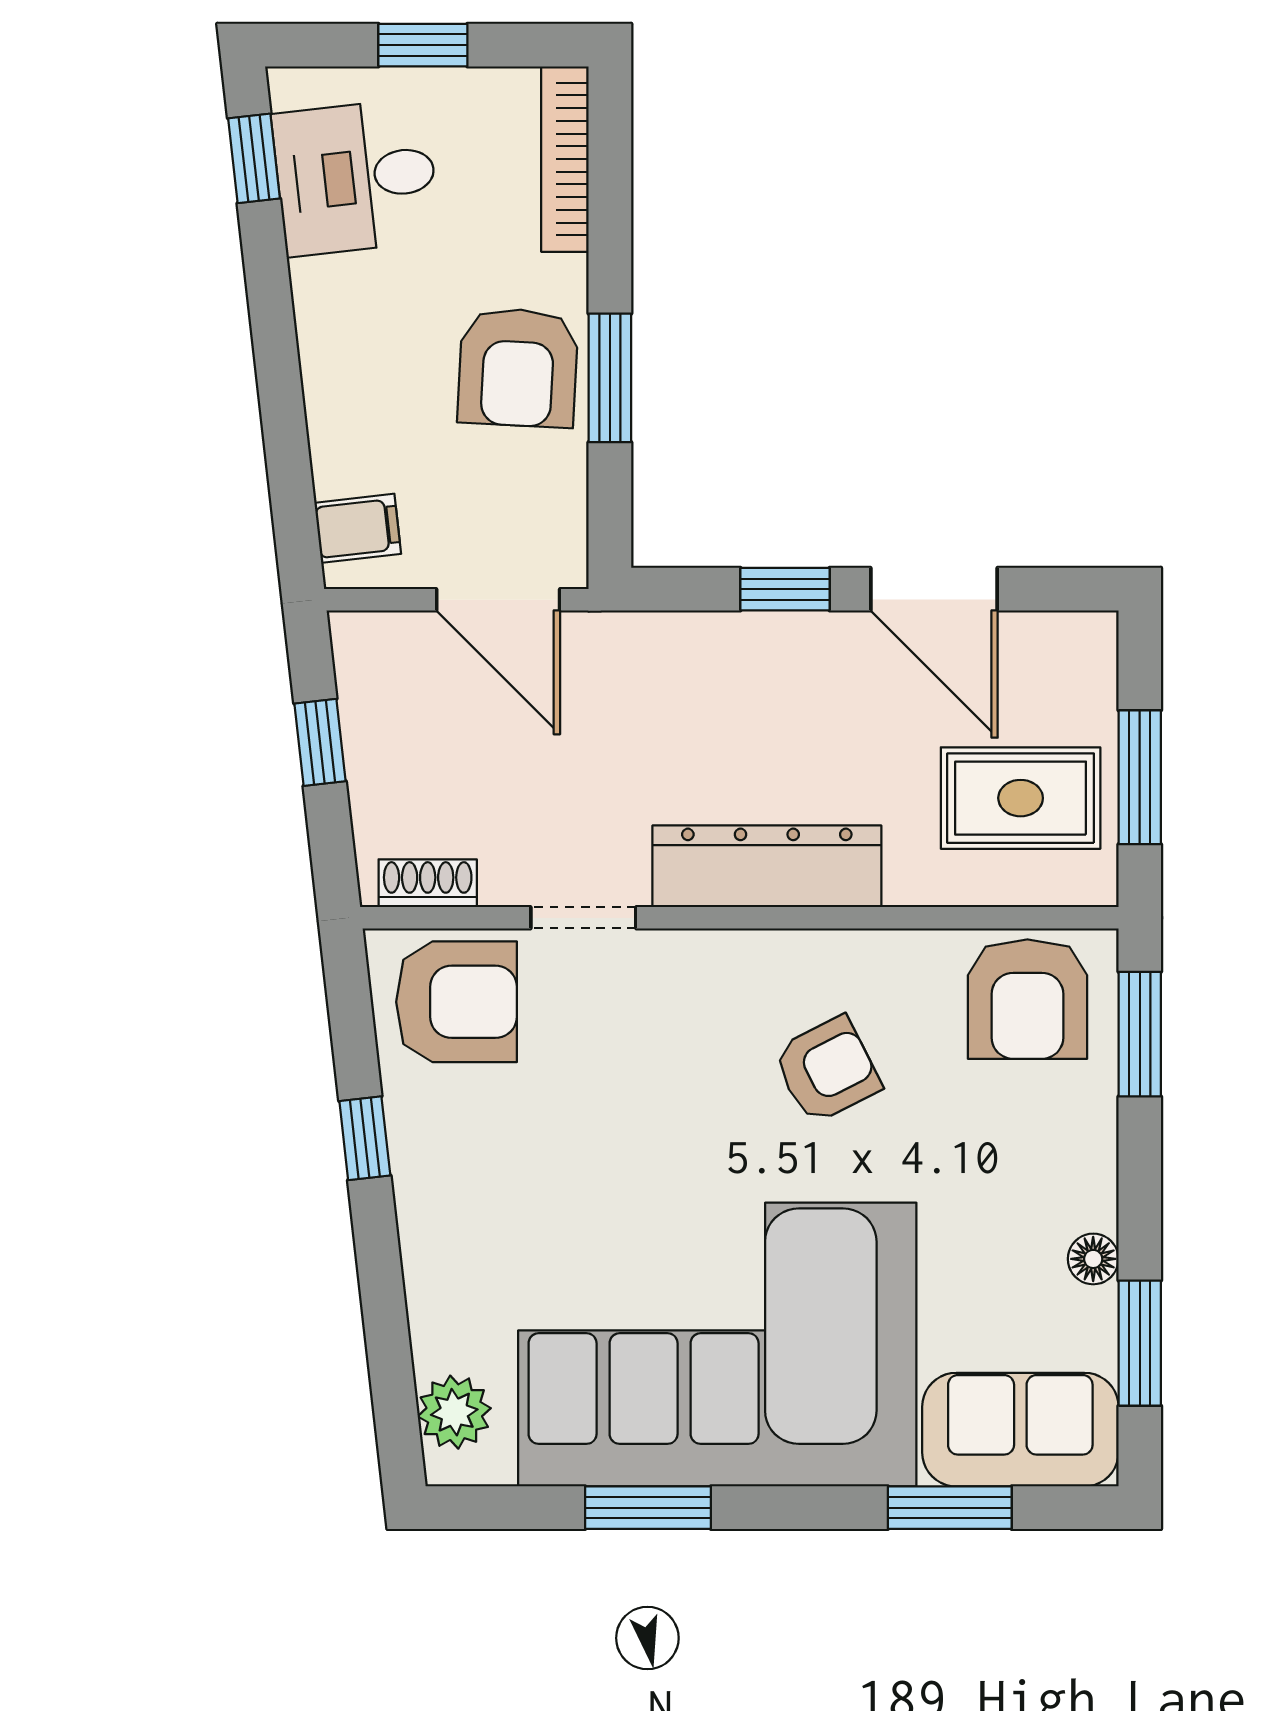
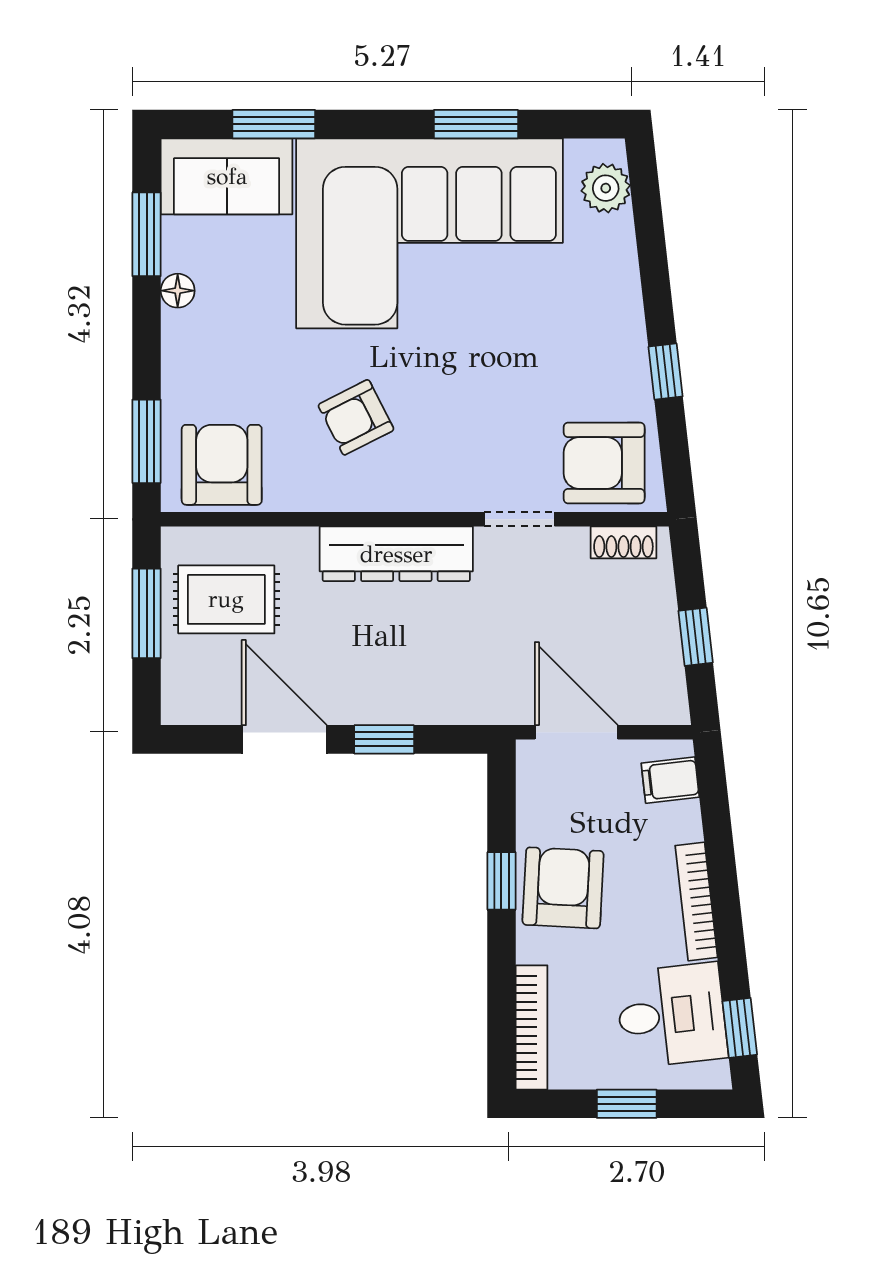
bookcase: (319, 347) -> (696, 902), added
window: (610, 378) -> (501, 881), width x0.67

